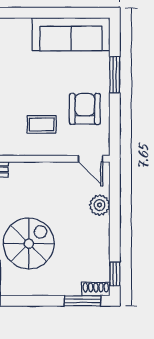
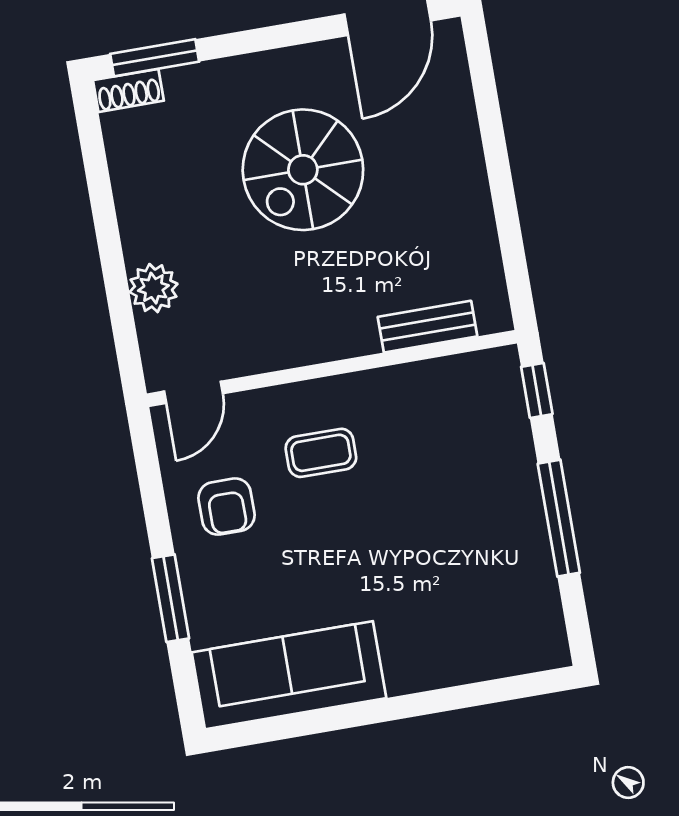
armchair: (85, 109) -> (226, 507), width x0.72, depth x0.72
door: (90, 159) -> (193, 392), swing flipped
window: (115, 274) -> (90, 134), removed

